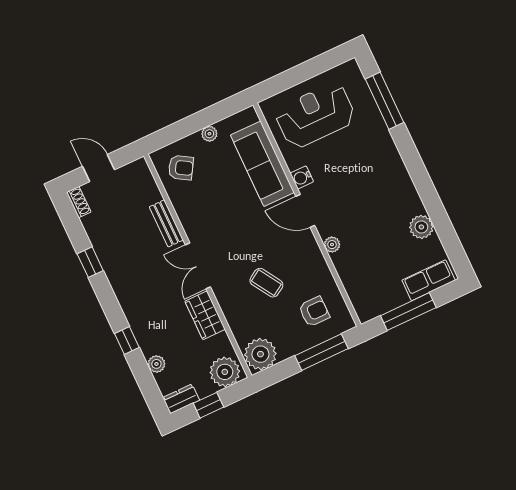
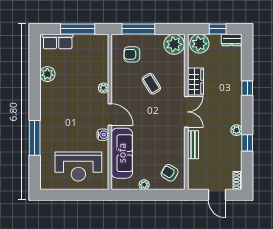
window: (384, 101) -> (35, 138), moved
plant: (156, 364) -> (236, 130), moved

